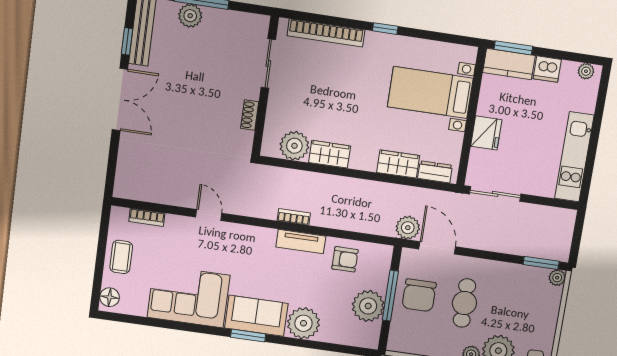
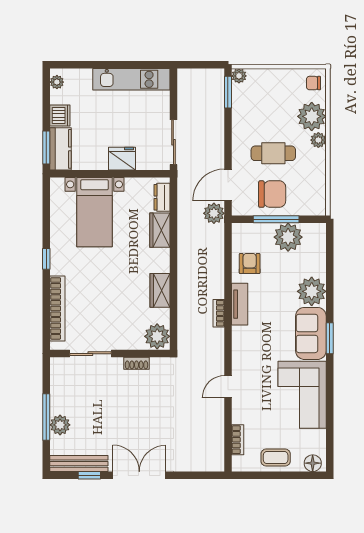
plant: (294, 146) -> (157, 336), moved

